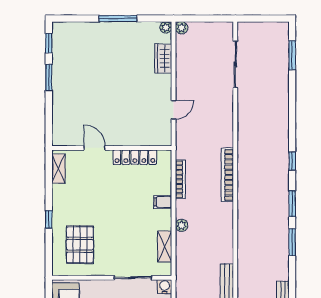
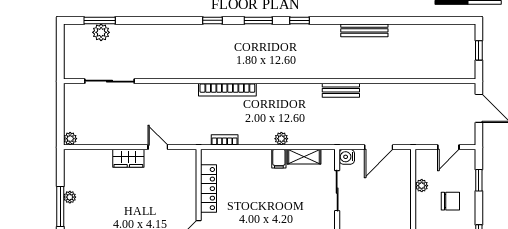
plant: (166, 27) -> (70, 197), moved
plant: (281, 57) -> (101, 32), added
wardrobe: (163, 59) -> (128, 158), moved
bookcase: (180, 179) -> (225, 140), width x0.64
filing cabinet: (163, 202) -> (279, 159), moved
window: (292, 242) -> (299, 20), width x0.67

